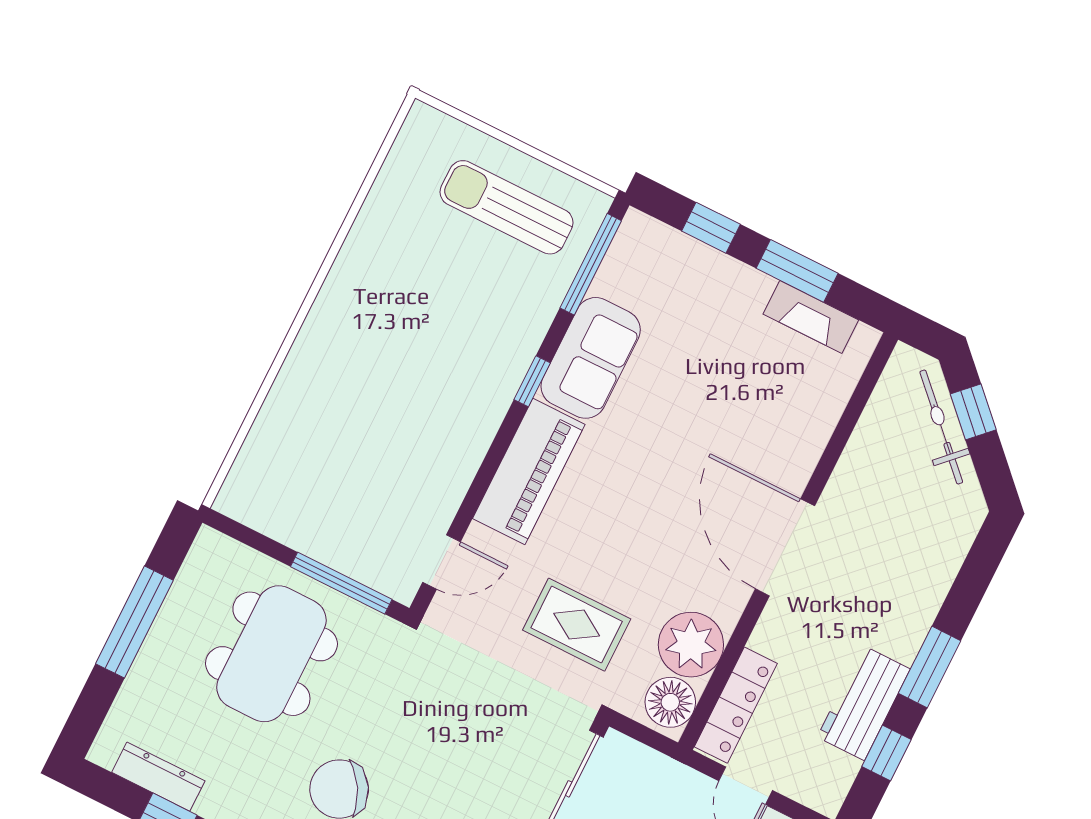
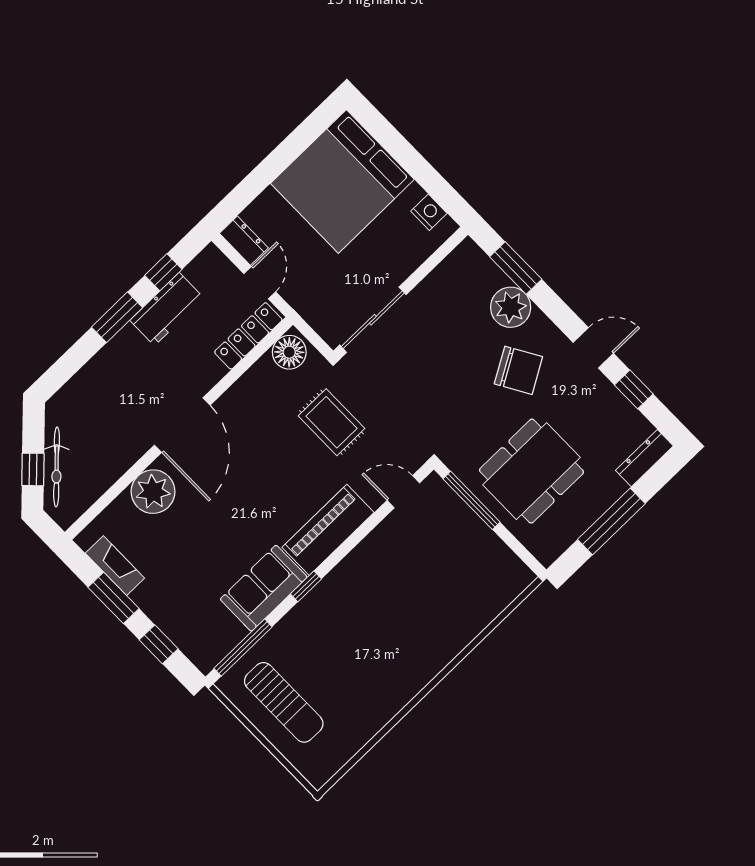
plant: (691, 645) -> (153, 492), moved
dresser: (158, 777) -> (644, 458), moved, turned 90

